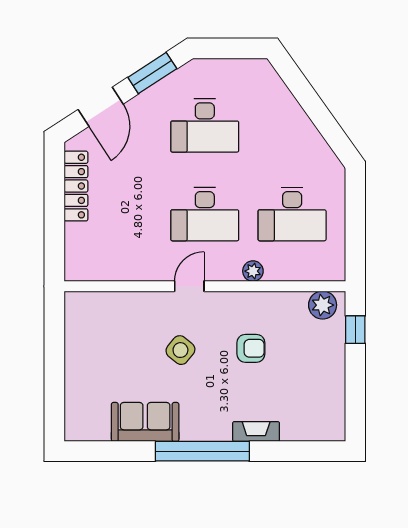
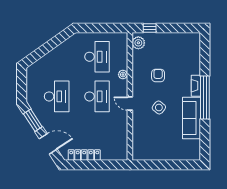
sofa: (145, 422) -> (192, 118), width x1.36
fireplace: (256, 432) -> (196, 86), moved

